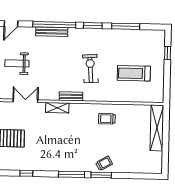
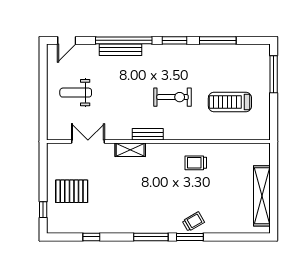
window: (168, 53) -> (274, 74), width x2.17
exercise bike: (90, 69) -> (173, 97), turned 94
shelving: (157, 128) -> (262, 196), moved

